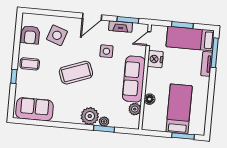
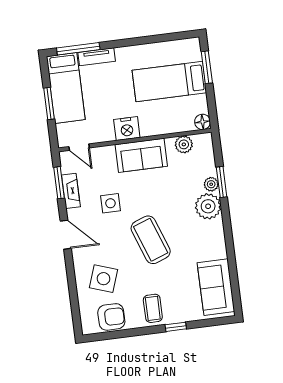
nightstand: (155, 59) -> (127, 129), moved
sofa: (134, 79) -> (141, 155), width x0.73
floor lamp: (149, 99) -> (203, 122), moved

